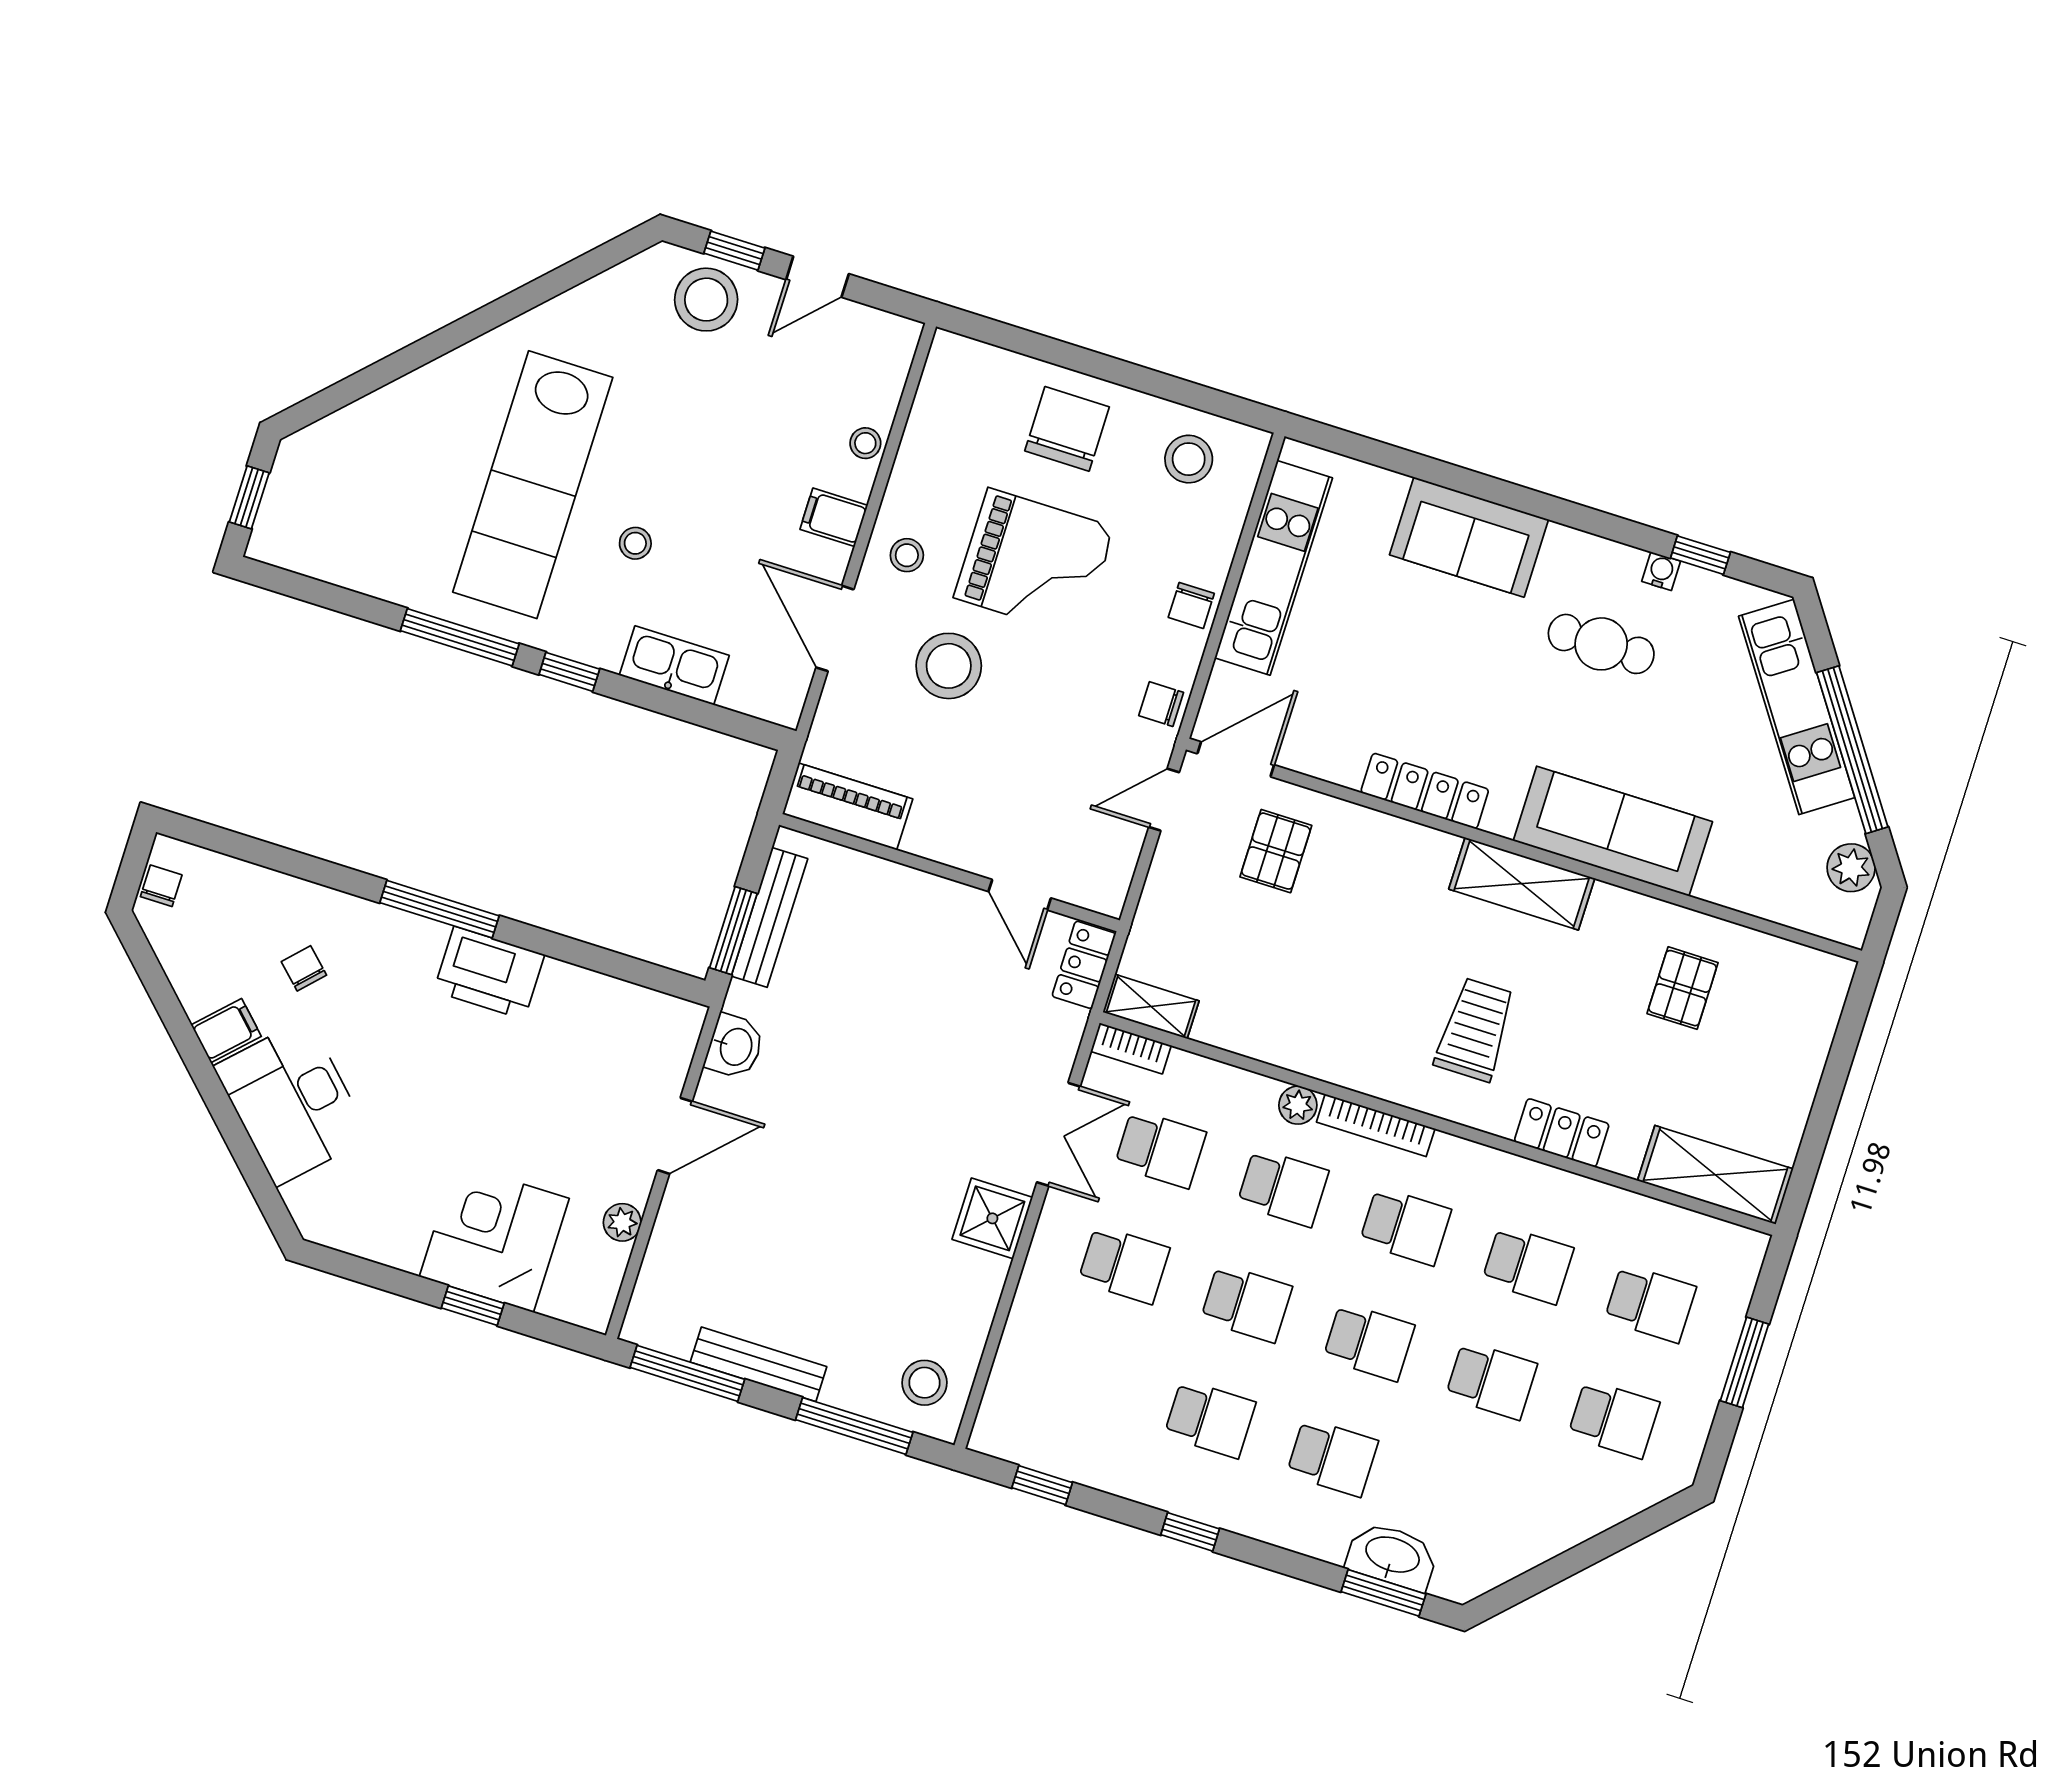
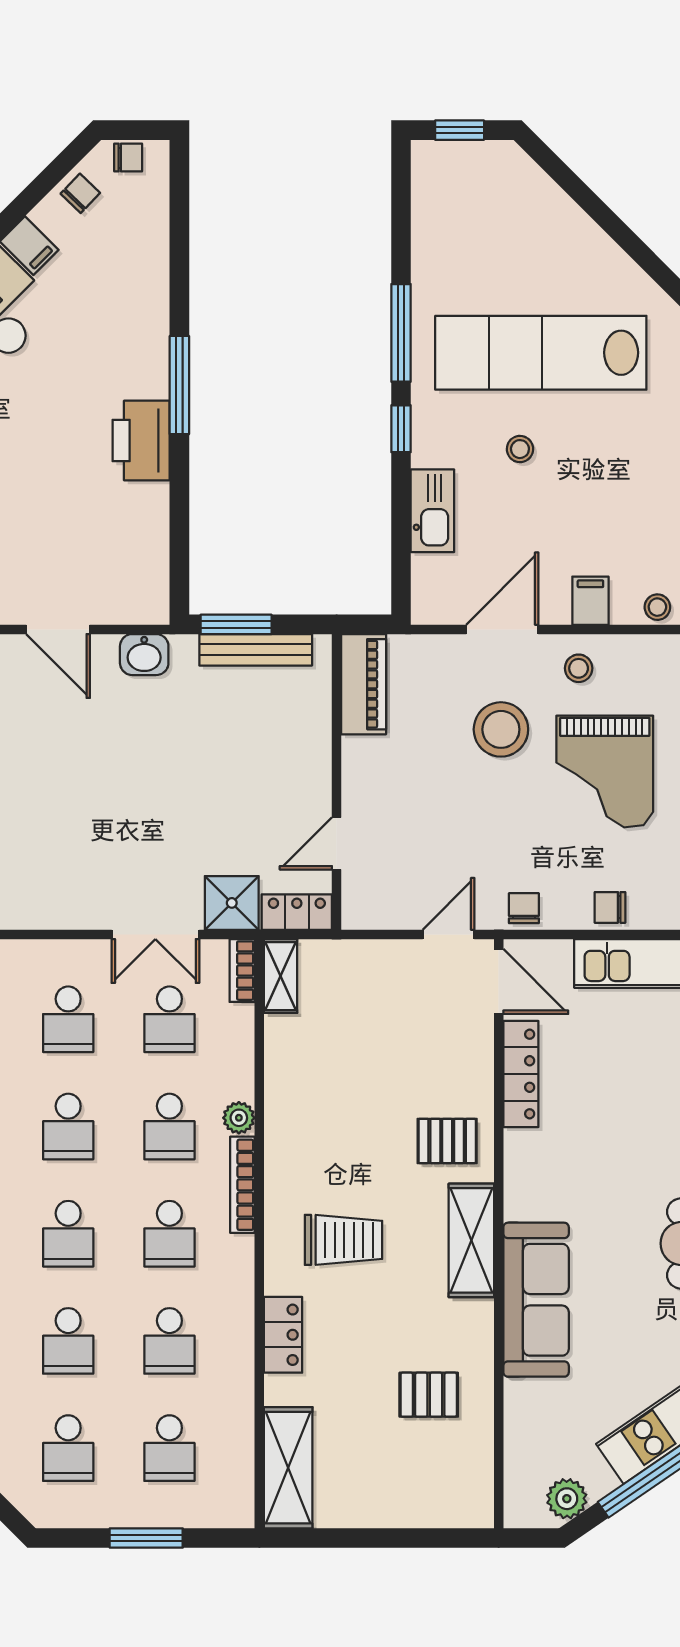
locker: (1425, 791) -> (521, 1074), moved
door: (1164, 800) -> (449, 934), hinge flipped
pallet: (1276, 851) -> (447, 1141), moved
chair: (304, 968) -> (80, 193), moved
shower: (992, 1218) -> (232, 903), moved

